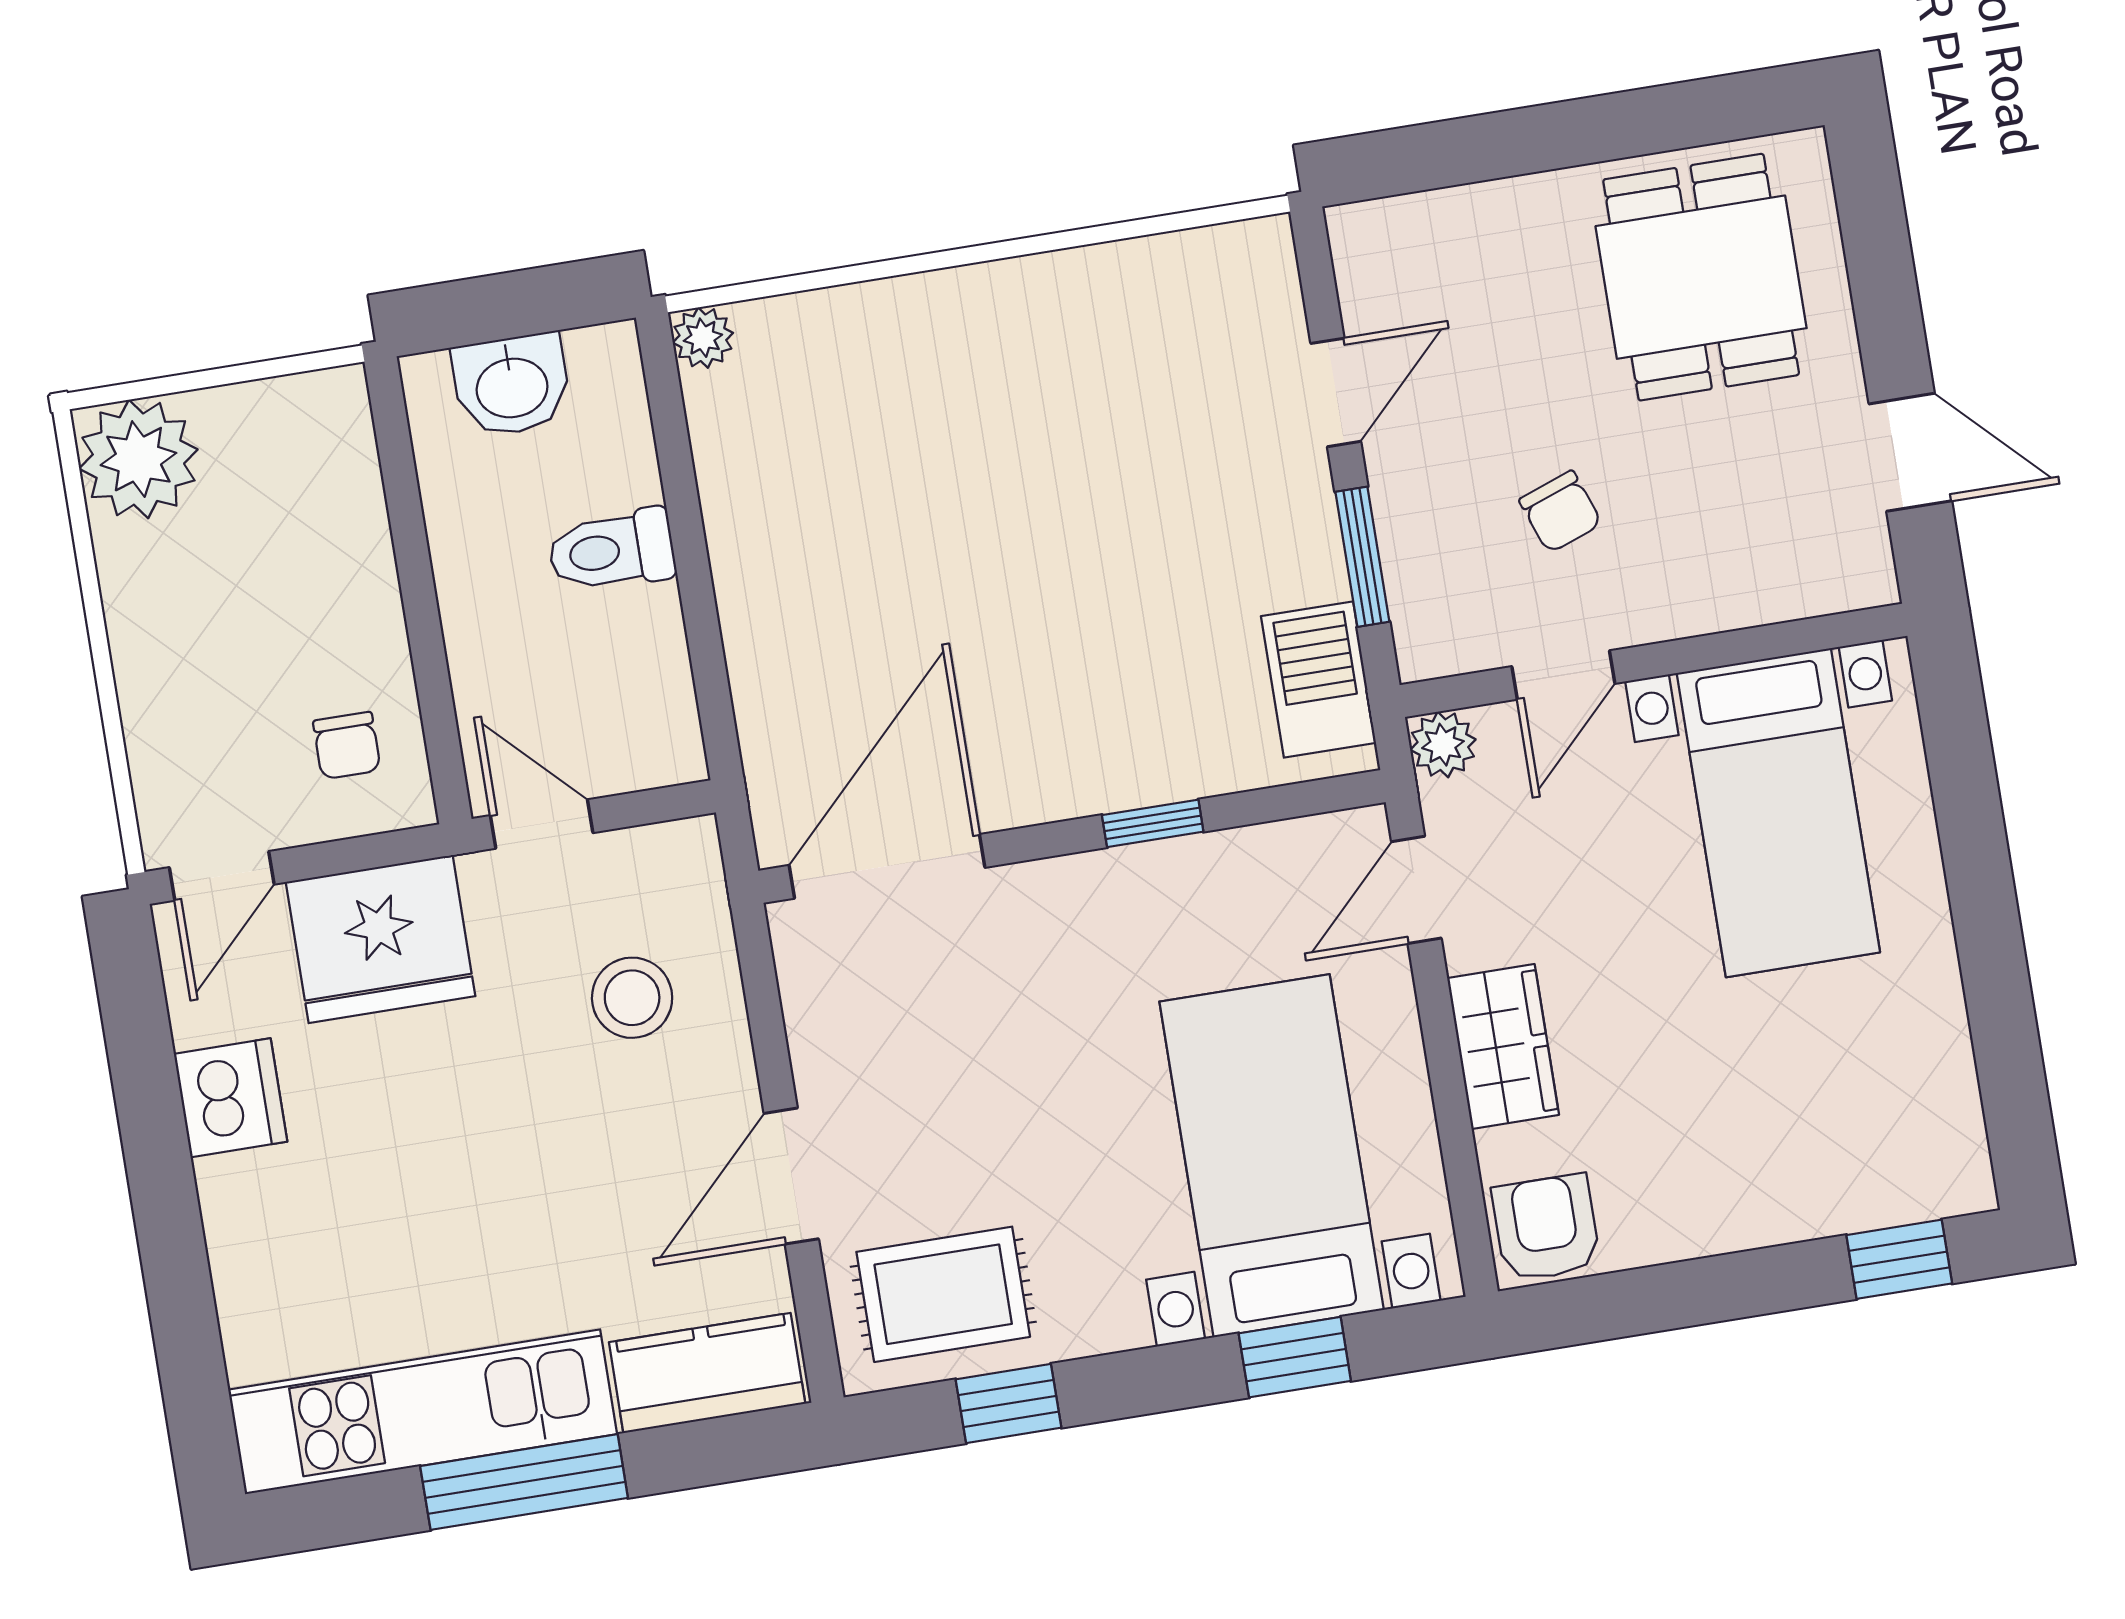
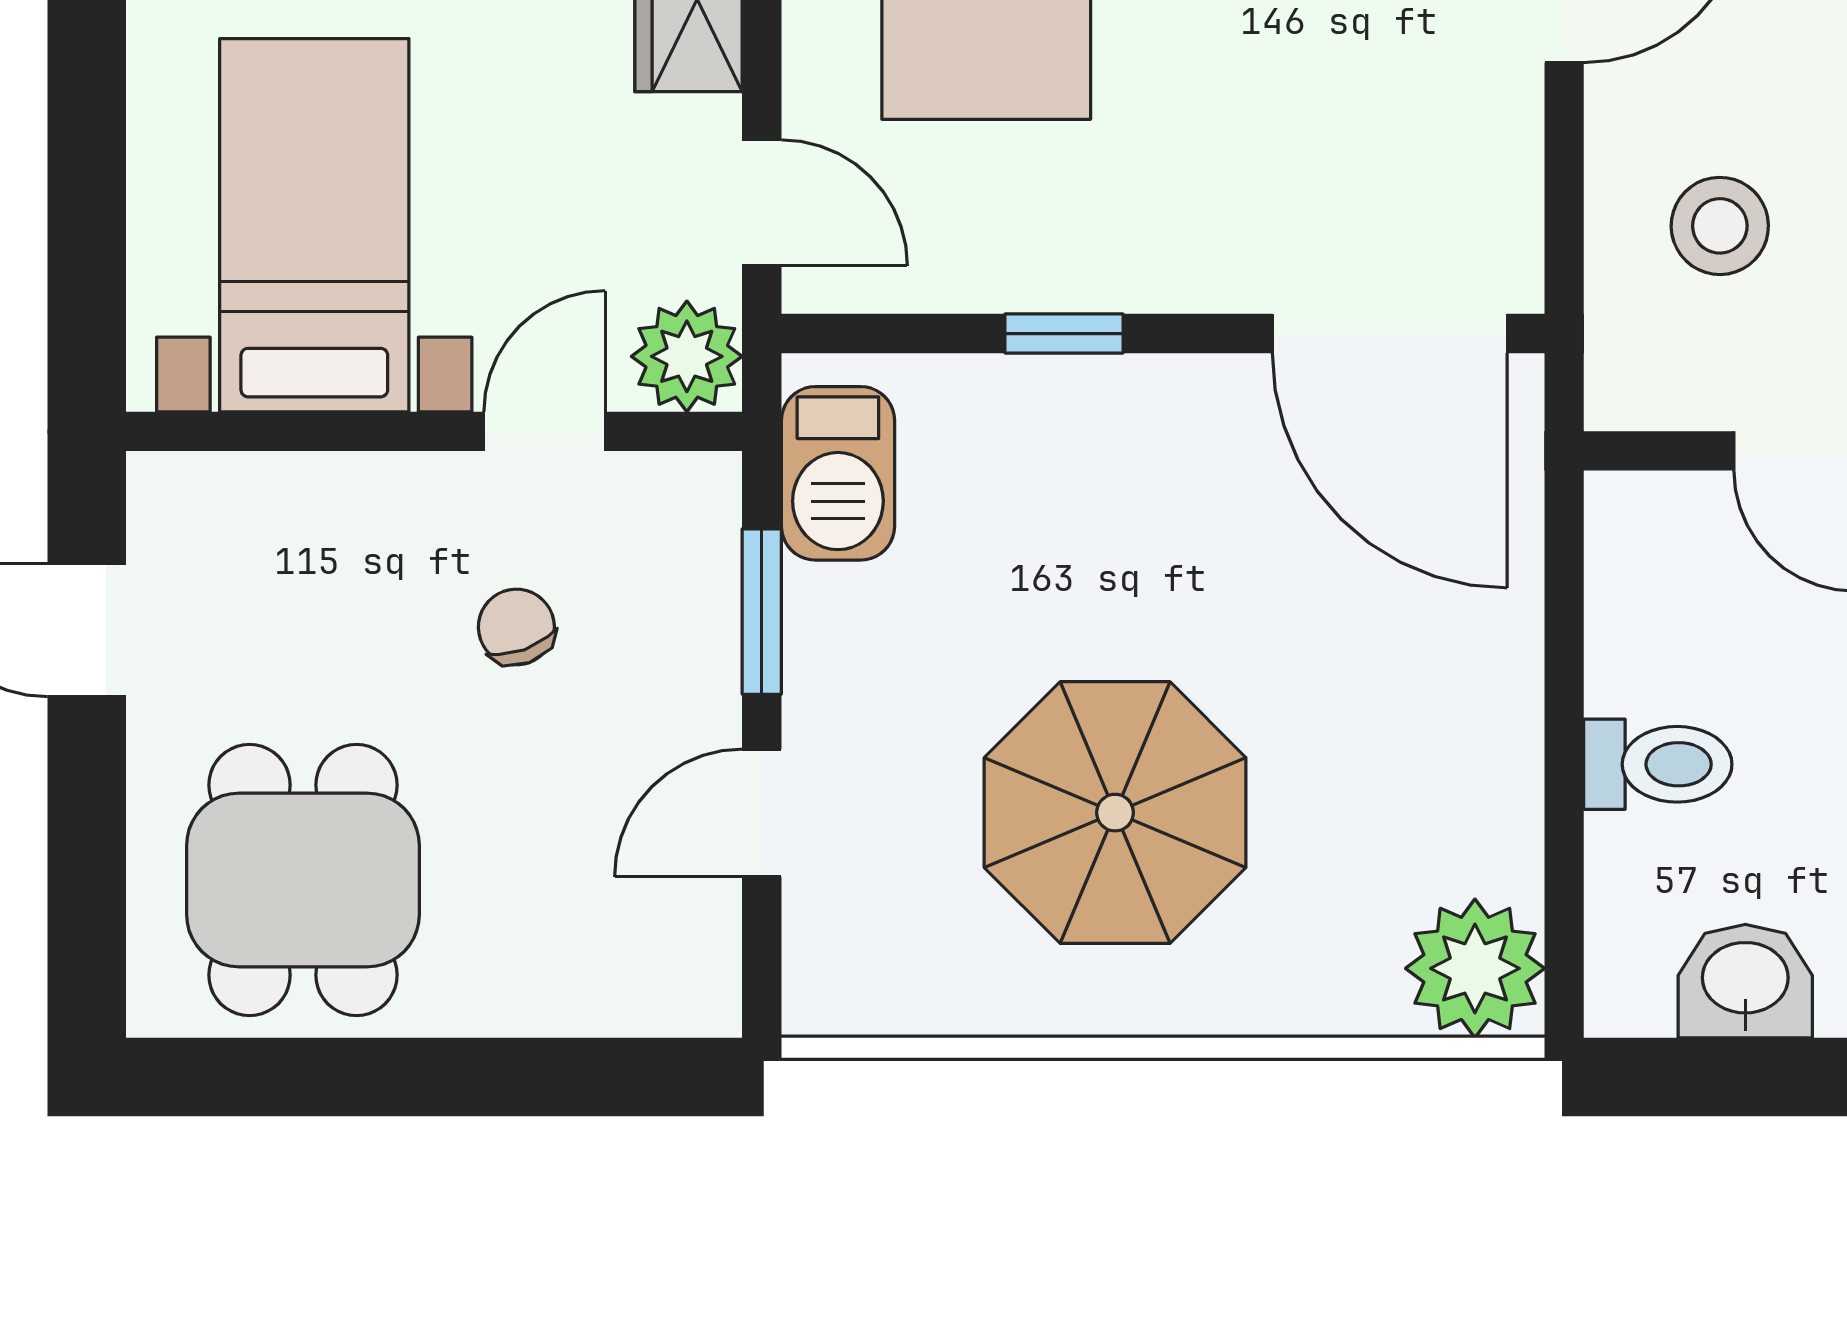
plant: (703, 338) -> (1475, 968), width x1.87, depth x1.87
parasol: (1048, 439) -> (1115, 813), added
plant: (1443, 745) -> (687, 356), width x1.38, depth x1.38
door: (887, 866) -> (1390, 334), hinge flipped
door: (1416, 890) -> (762, 203), hinge flipped

